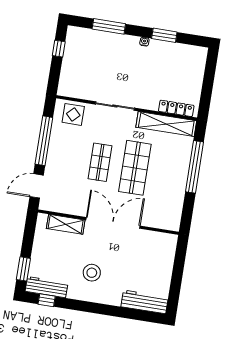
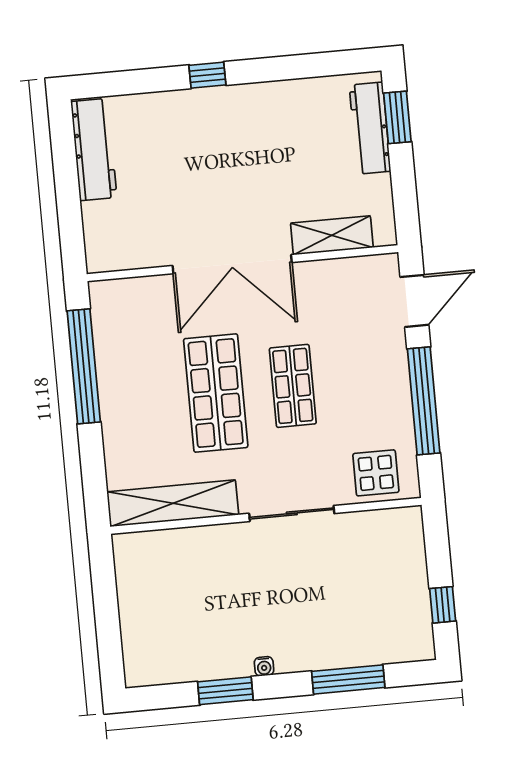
locker: (176, 108) -> (160, 542), removed
window: (195, 167) -> (84, 366), moved
stool: (92, 273) -> (250, 147), removed
workbench: (46, 287) -> (370, 128), moved, turned 90
window: (47, 300) -> (207, 75), moved
workbench: (145, 302) -> (94, 149), moved, turned -90

